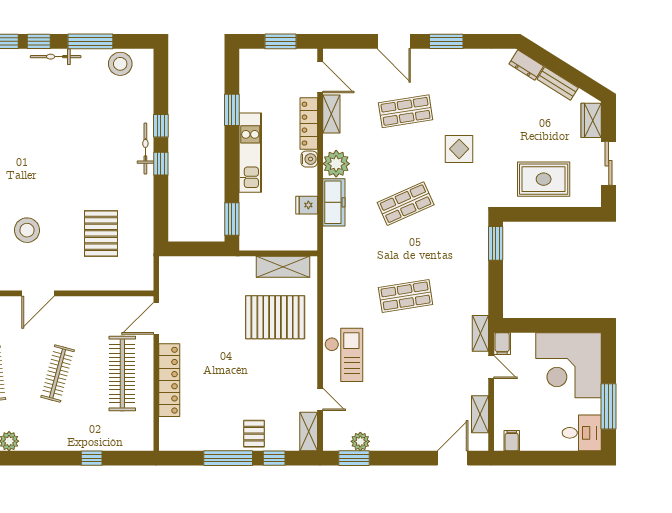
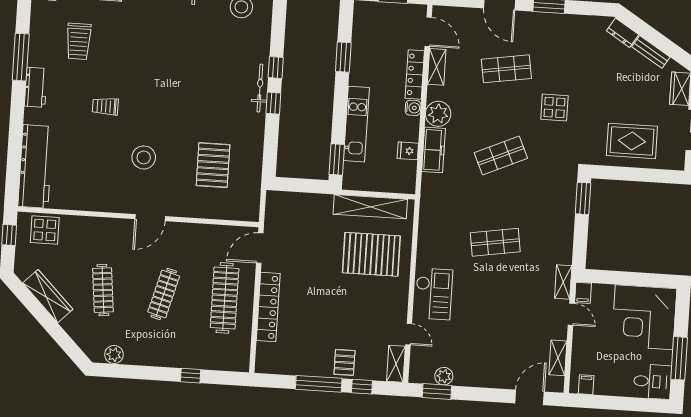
kitchen unit: (250, 153) -> (356, 124), moved
shelving: (283, 267) -> (370, 207), width x1.47

